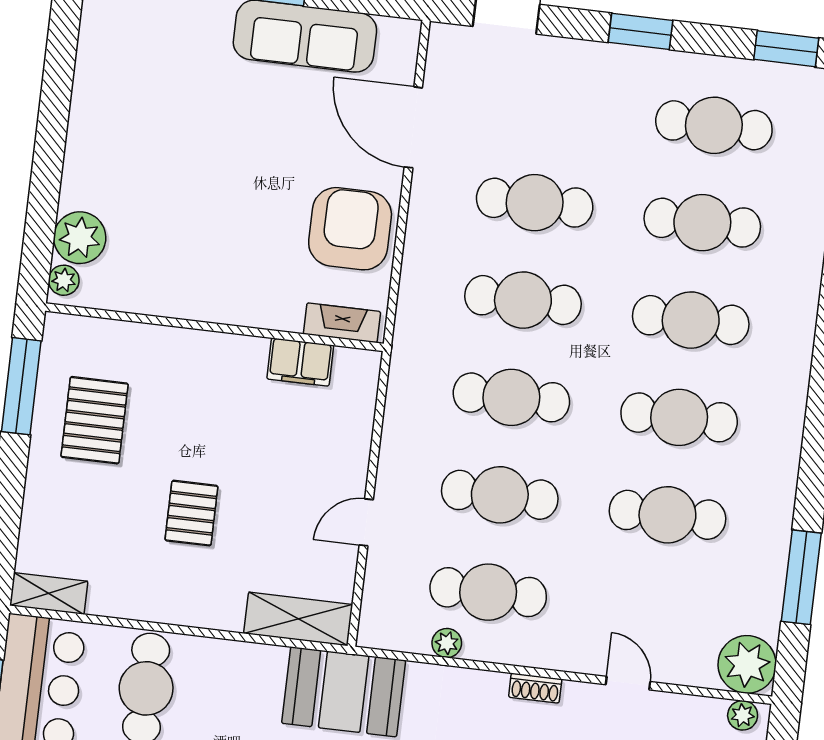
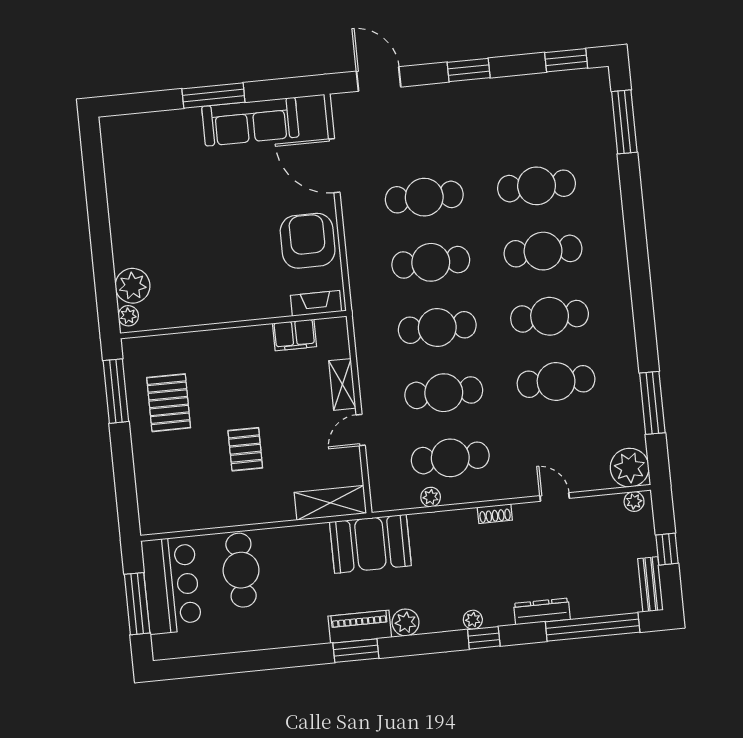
cafe table: (714, 125) -> (530, 121), removed
shelving: (49, 593) -> (342, 384), moved, turned 90

